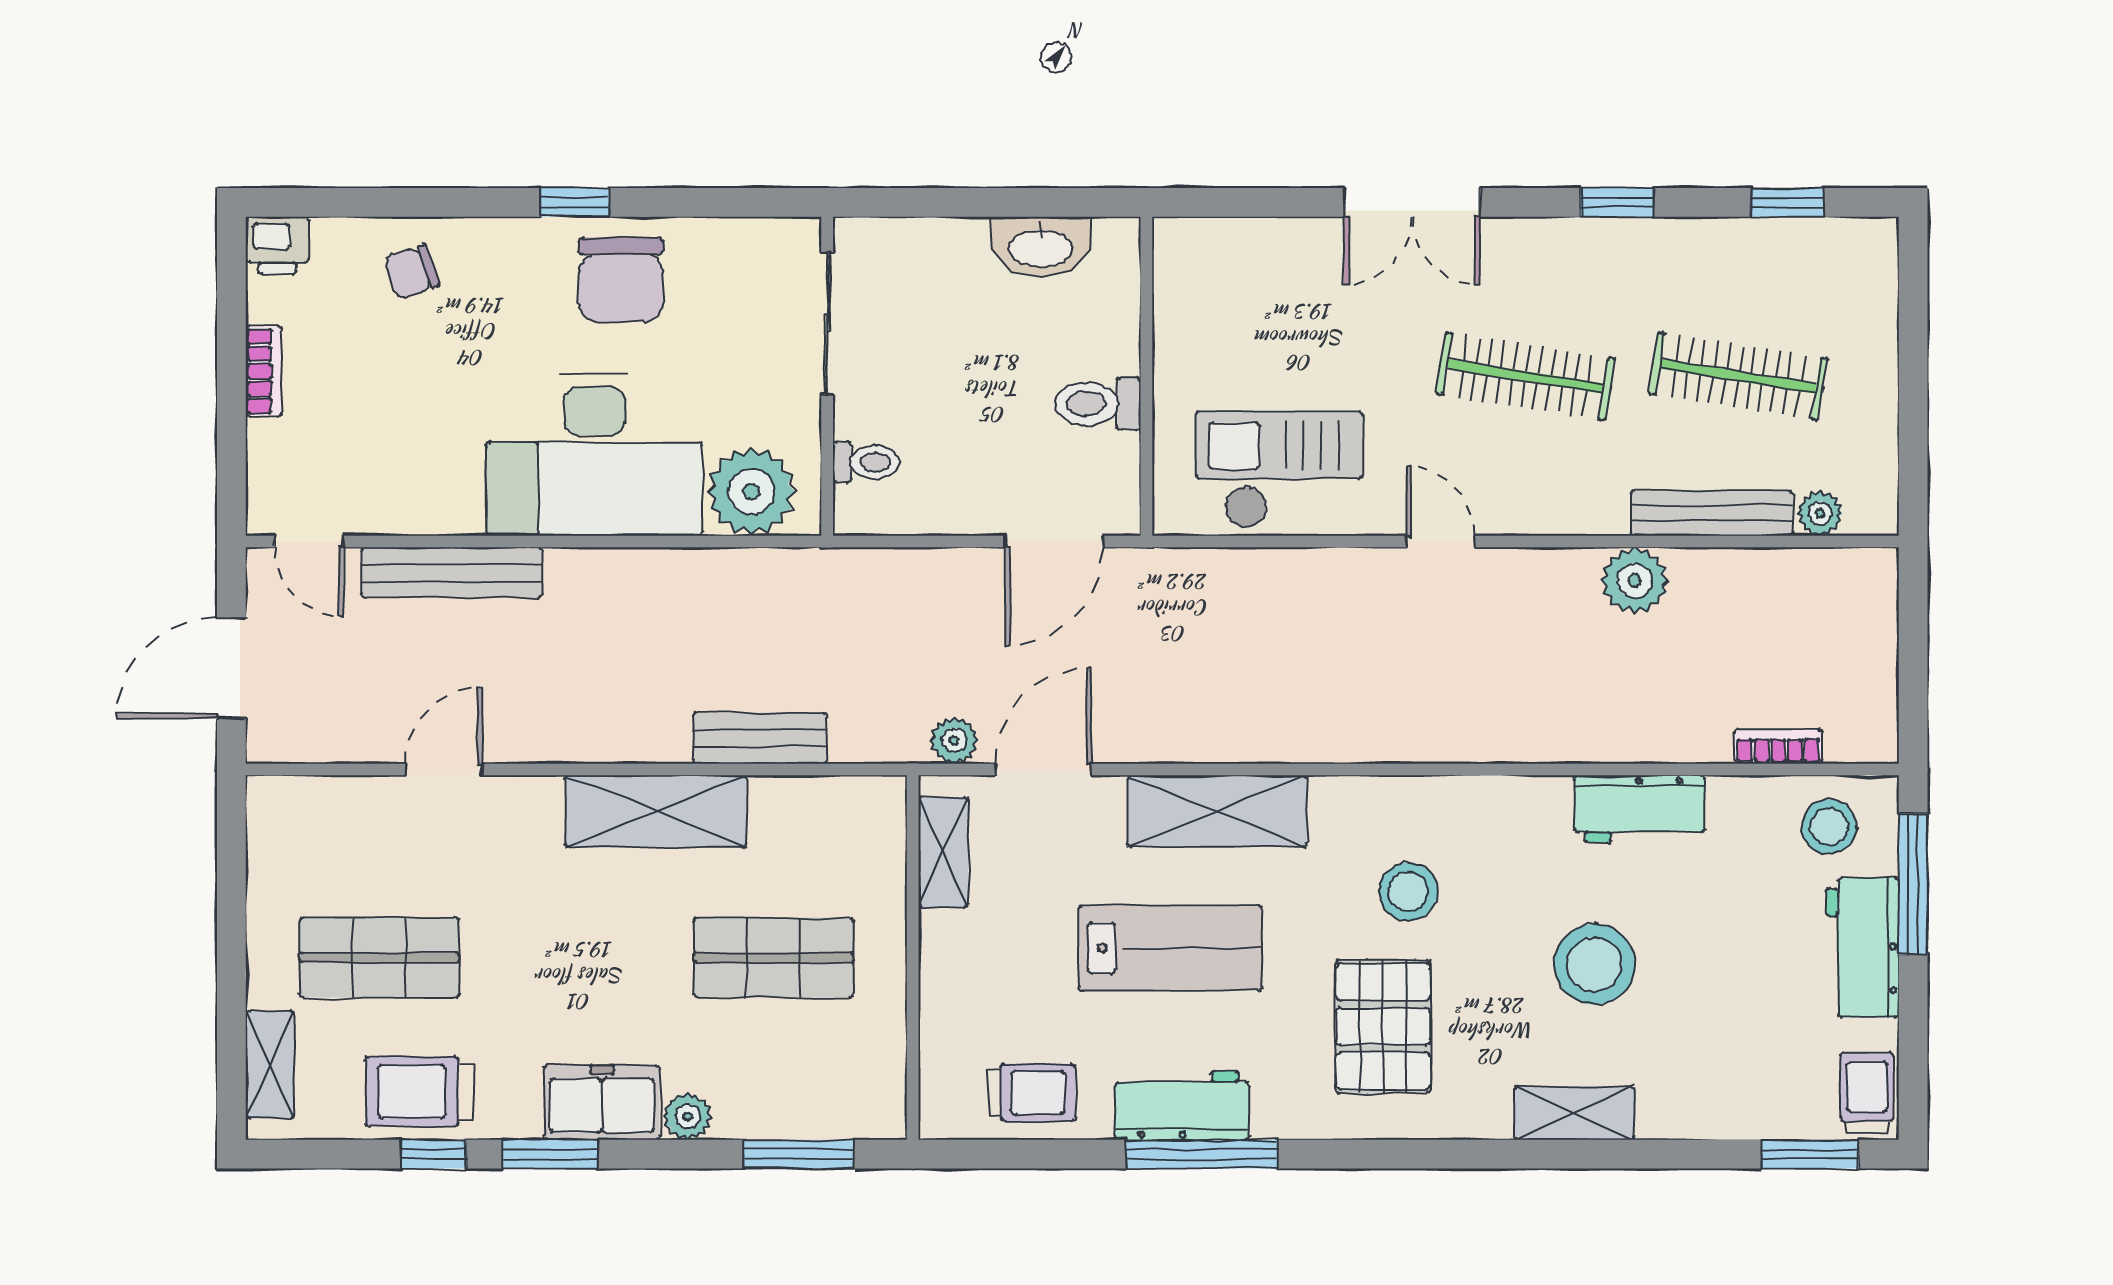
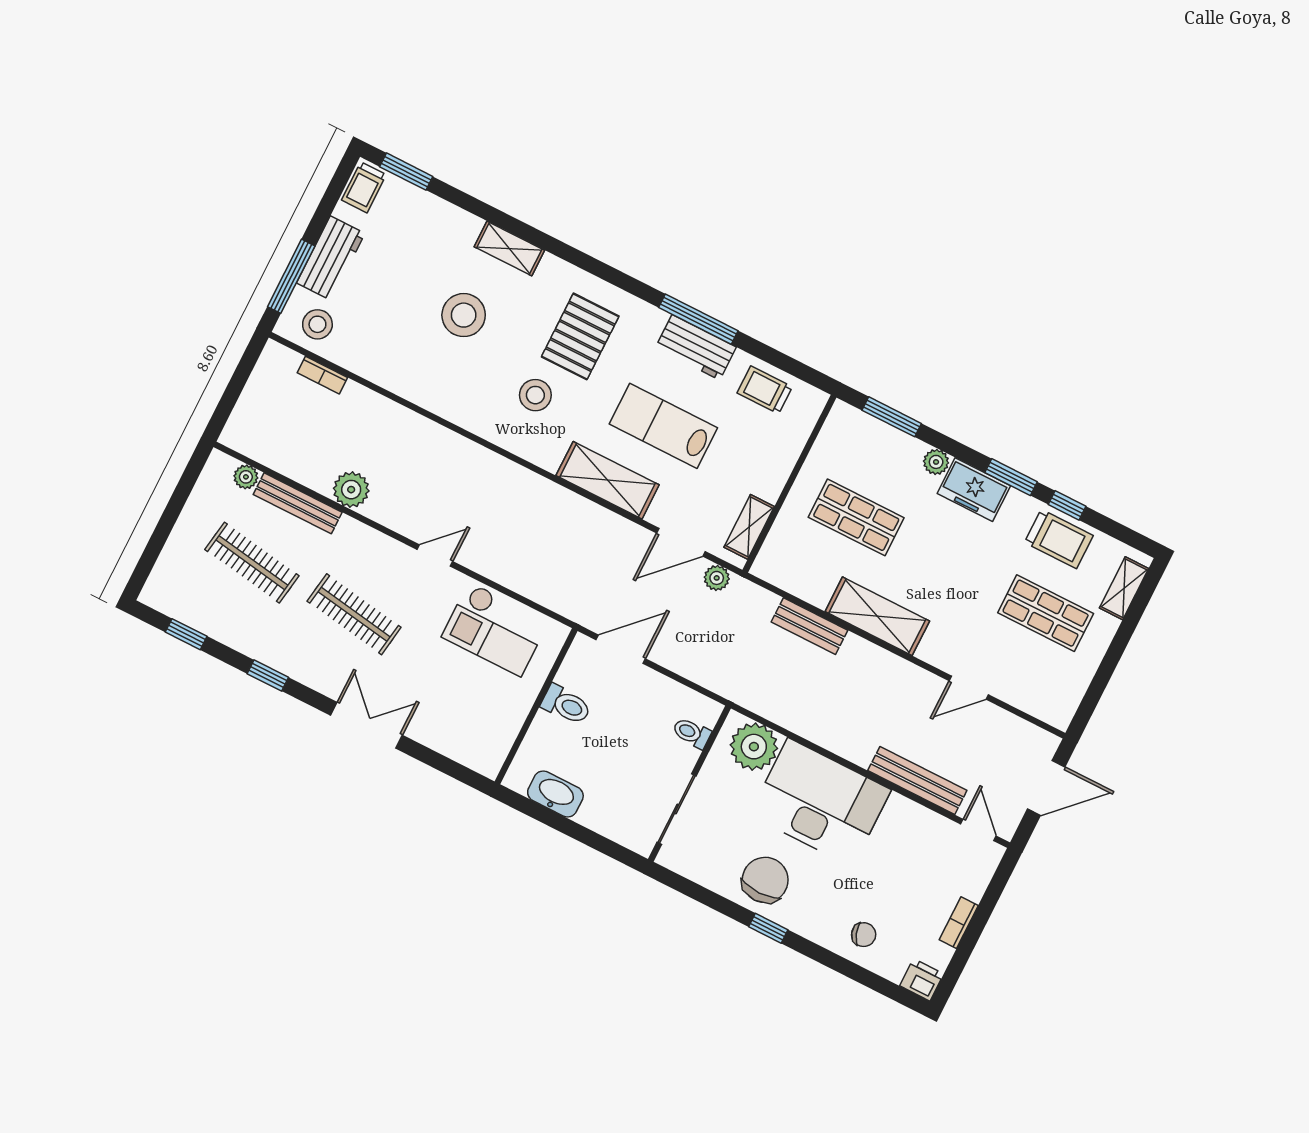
door: (1441, 541) -> (435, 555), swing flipped
workbench: (1640, 809) -> (404, 379), removed

